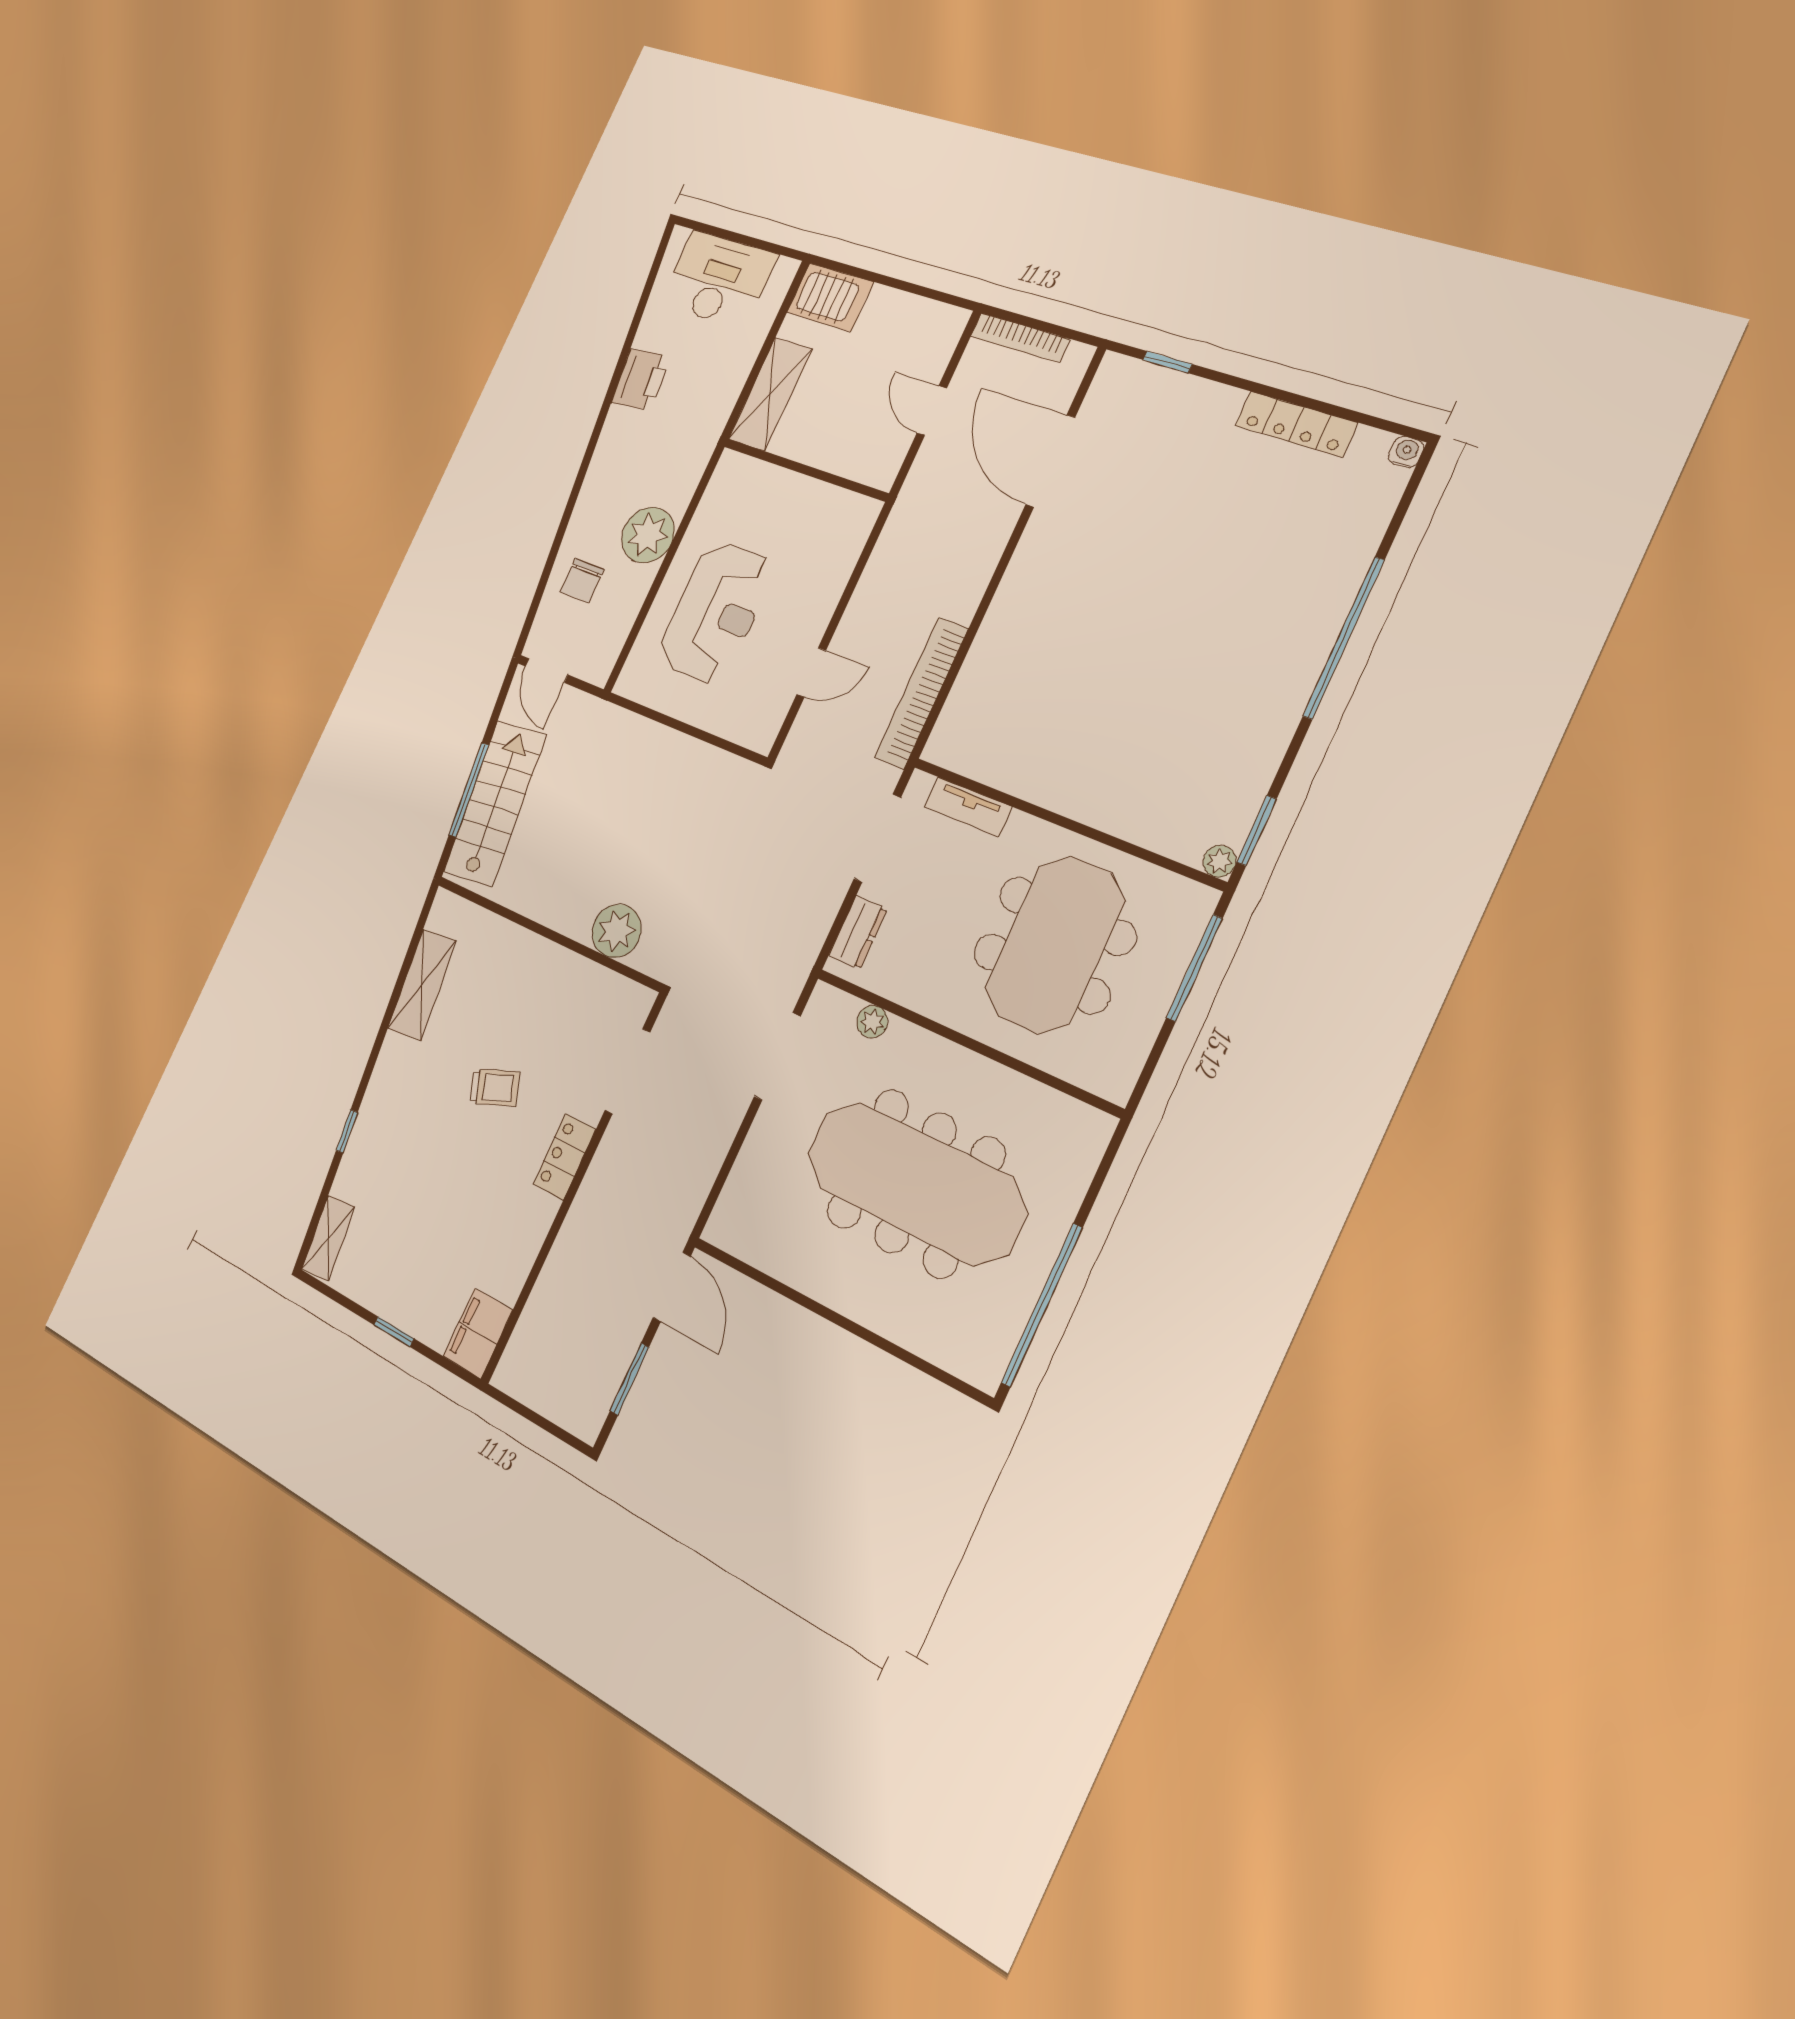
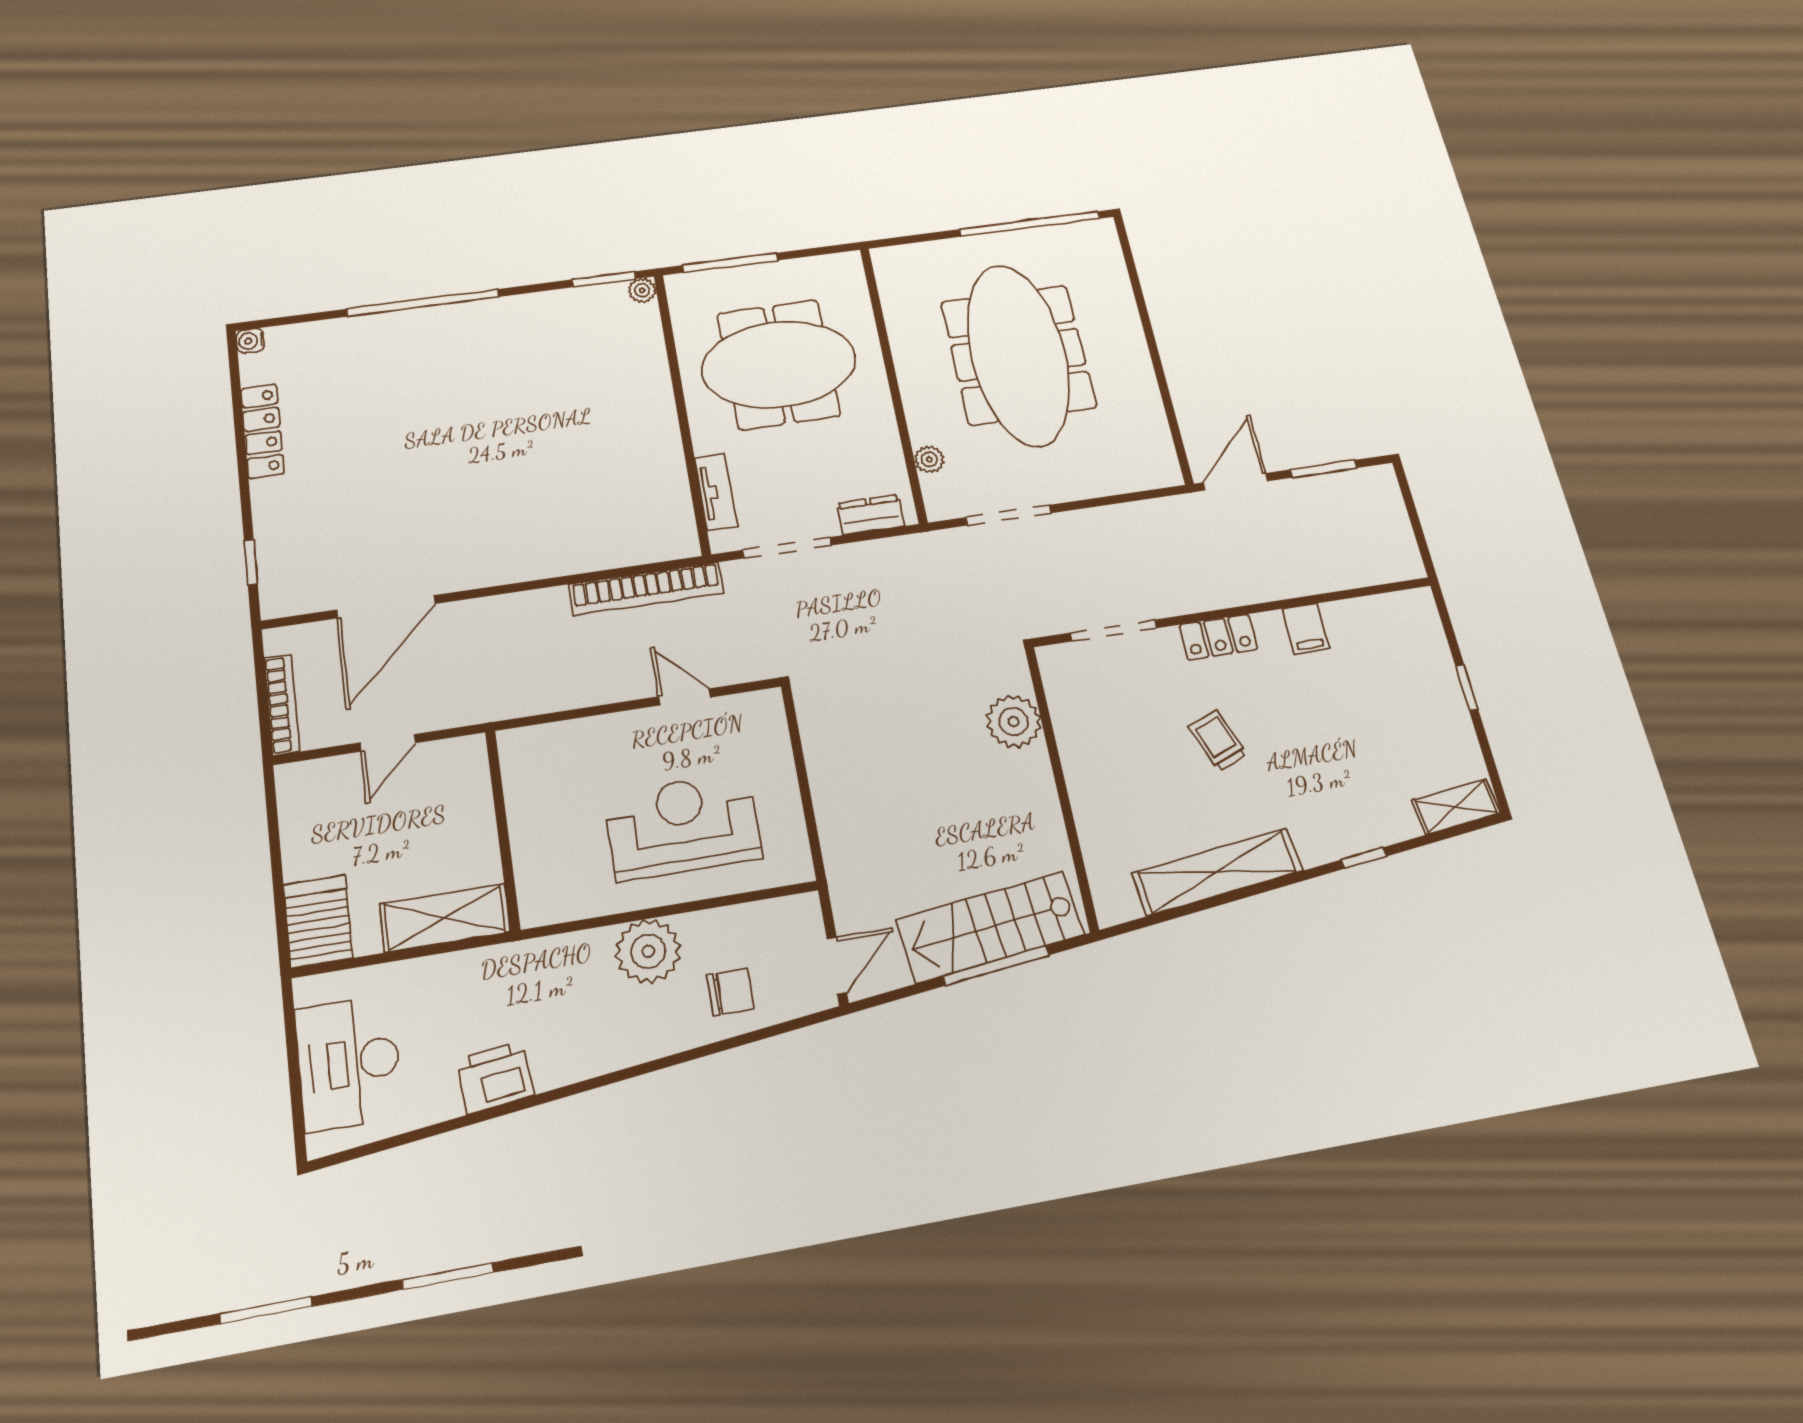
shelving: (422, 985) -> (1217, 872), width x1.47
filing cabinet: (478, 1333) -> (1306, 628), moved, width x0.50

